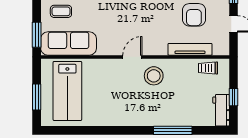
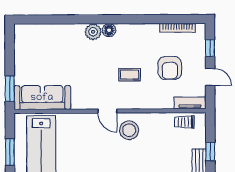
coffee table: (61, 11) -> (130, 75), moved
tv unit: (190, 49) -> (190, 103), moved, width x0.71
door: (132, 57) -> (107, 111), swing flipped

